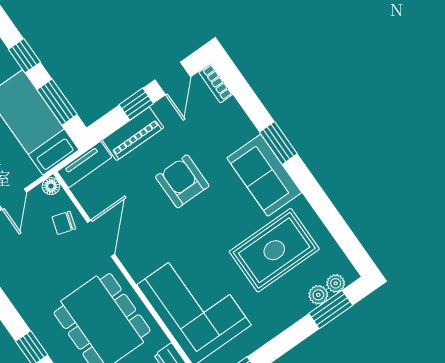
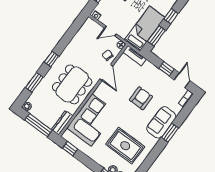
door: (173, 78) -> (182, 80), swing flipped
piano: (133, 134) -> (154, 71), removed
sofa: (264, 175) -> (161, 122), moved
door: (101, 238) -> (106, 73), hinge flipped

